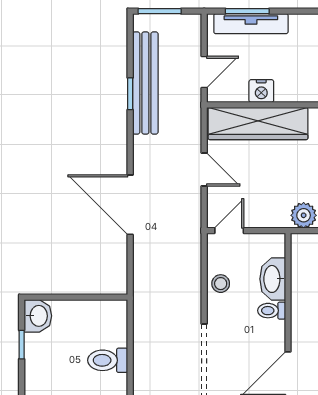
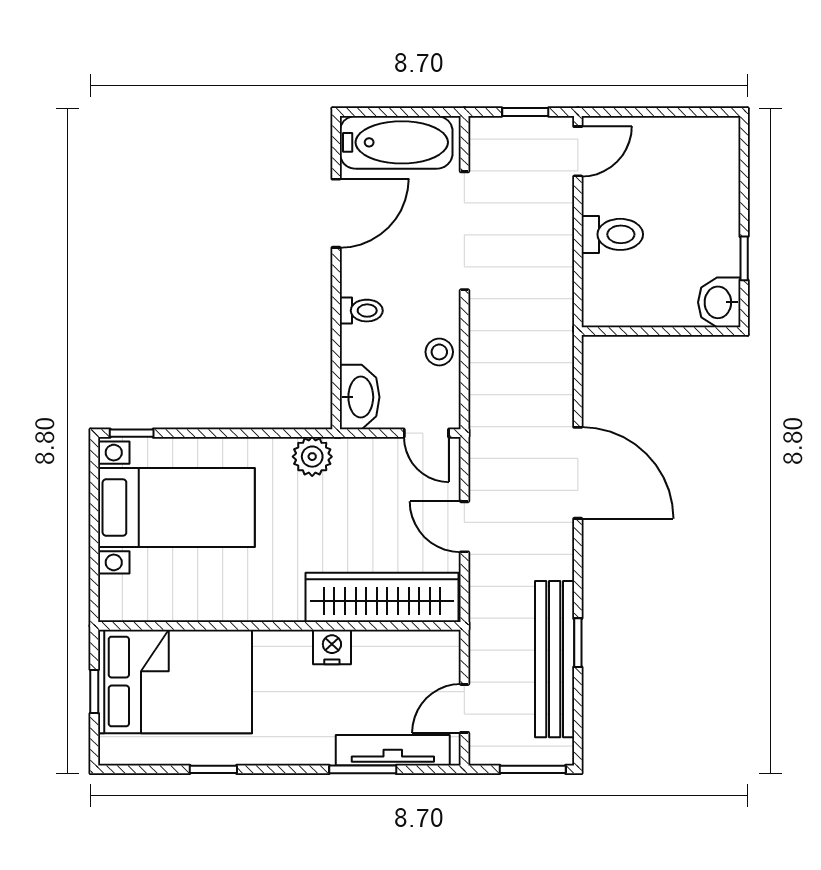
window: (247, 11) -> (363, 769), moved
door: (204, 72) -> (464, 708), moved
nightstand: (261, 91) -> (332, 647), moved
door: (229, 231) -> (426, 433), hinge flipped
washbasin: (273, 279) -> (360, 397), moved

